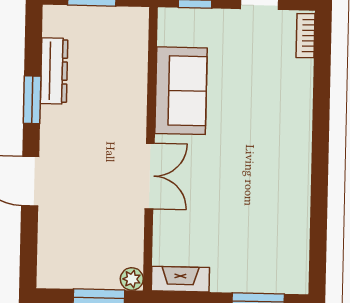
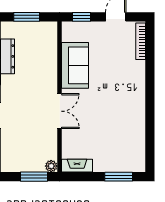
bookcase: (306, 36) -> (141, 41), width x1.56

